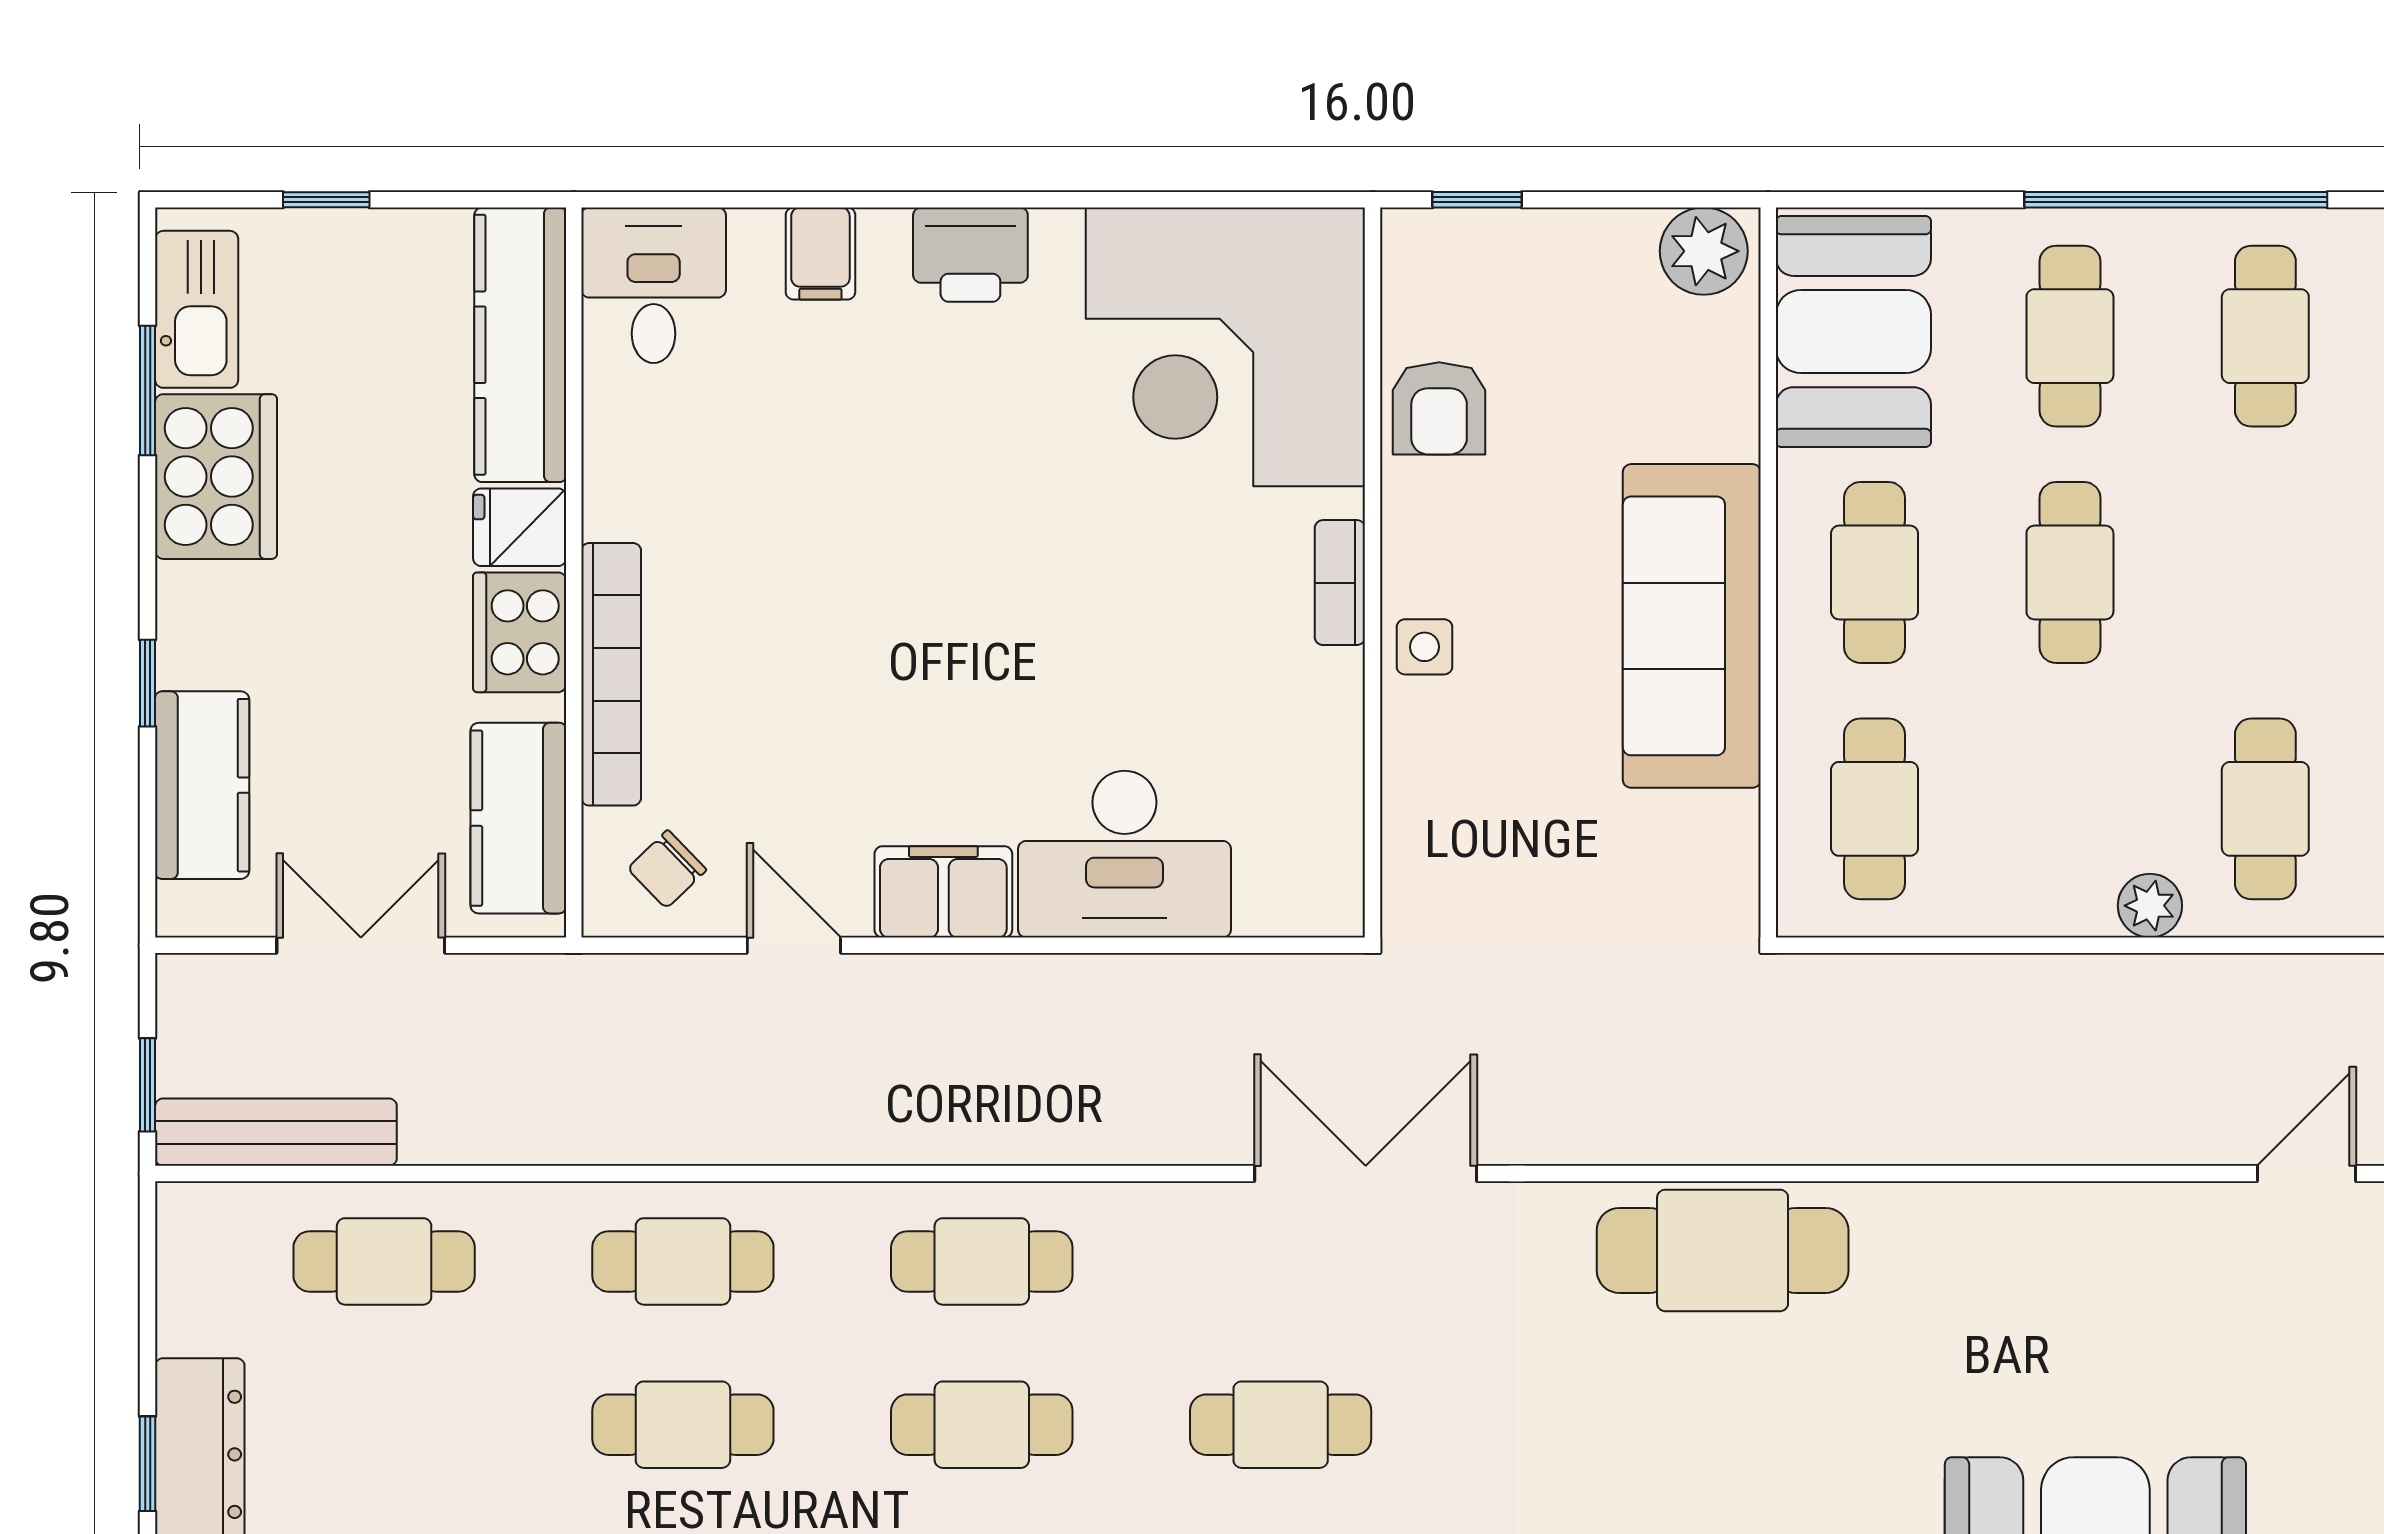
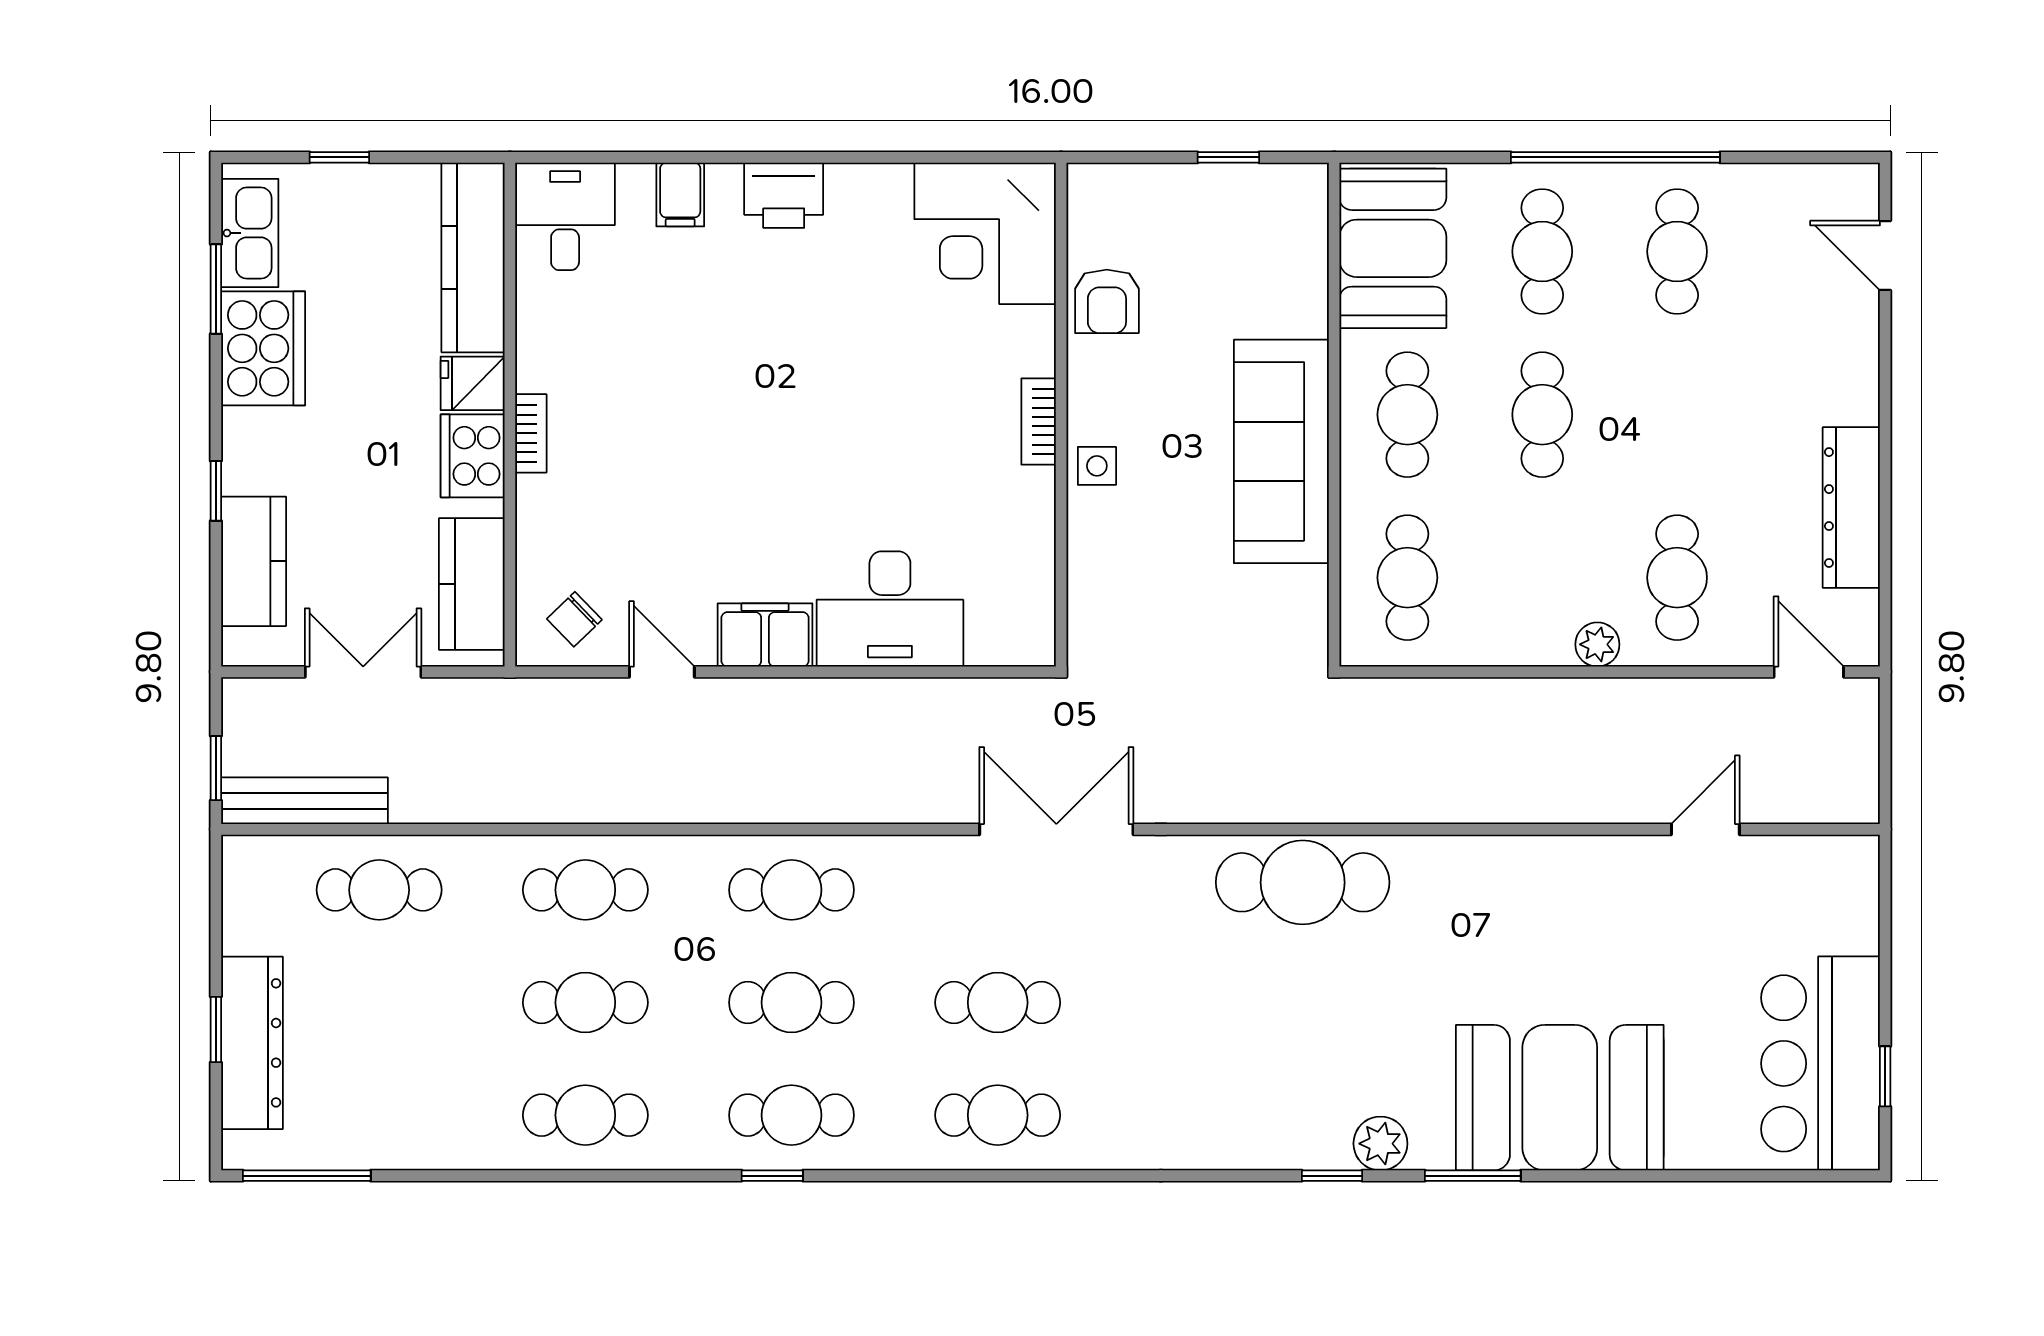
window: (1477, 200) -> (1228, 157), moved
plant: (1704, 251) -> (1290, 193), removed
corner desk: (1225, 347) -> (985, 233), width x0.74, depth x0.74
bookcase: (611, 674) -> (531, 433), width x0.43, depth x0.76

